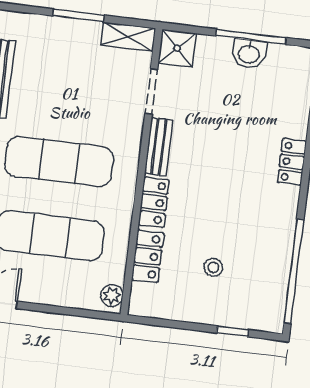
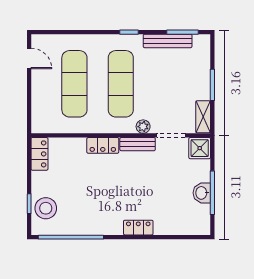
locker: (148, 256) -> (39, 154), moved, turned -90
stool: (213, 267) -> (46, 208), moved, width x1.89, depth x1.89
plant: (112, 295) -> (143, 127), moved

